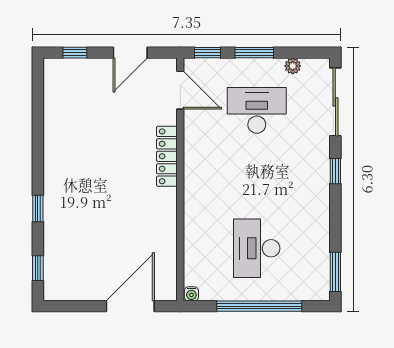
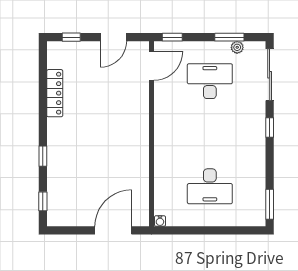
window: (254, 53) -> (229, 37), moved
door: (180, 90) -> (152, 66), hinge flipped
locker: (167, 156) -> (55, 93), moved, turned 180
desk: (257, 248) -> (210, 186), turned -90
window: (259, 306) -> (212, 230), removed

